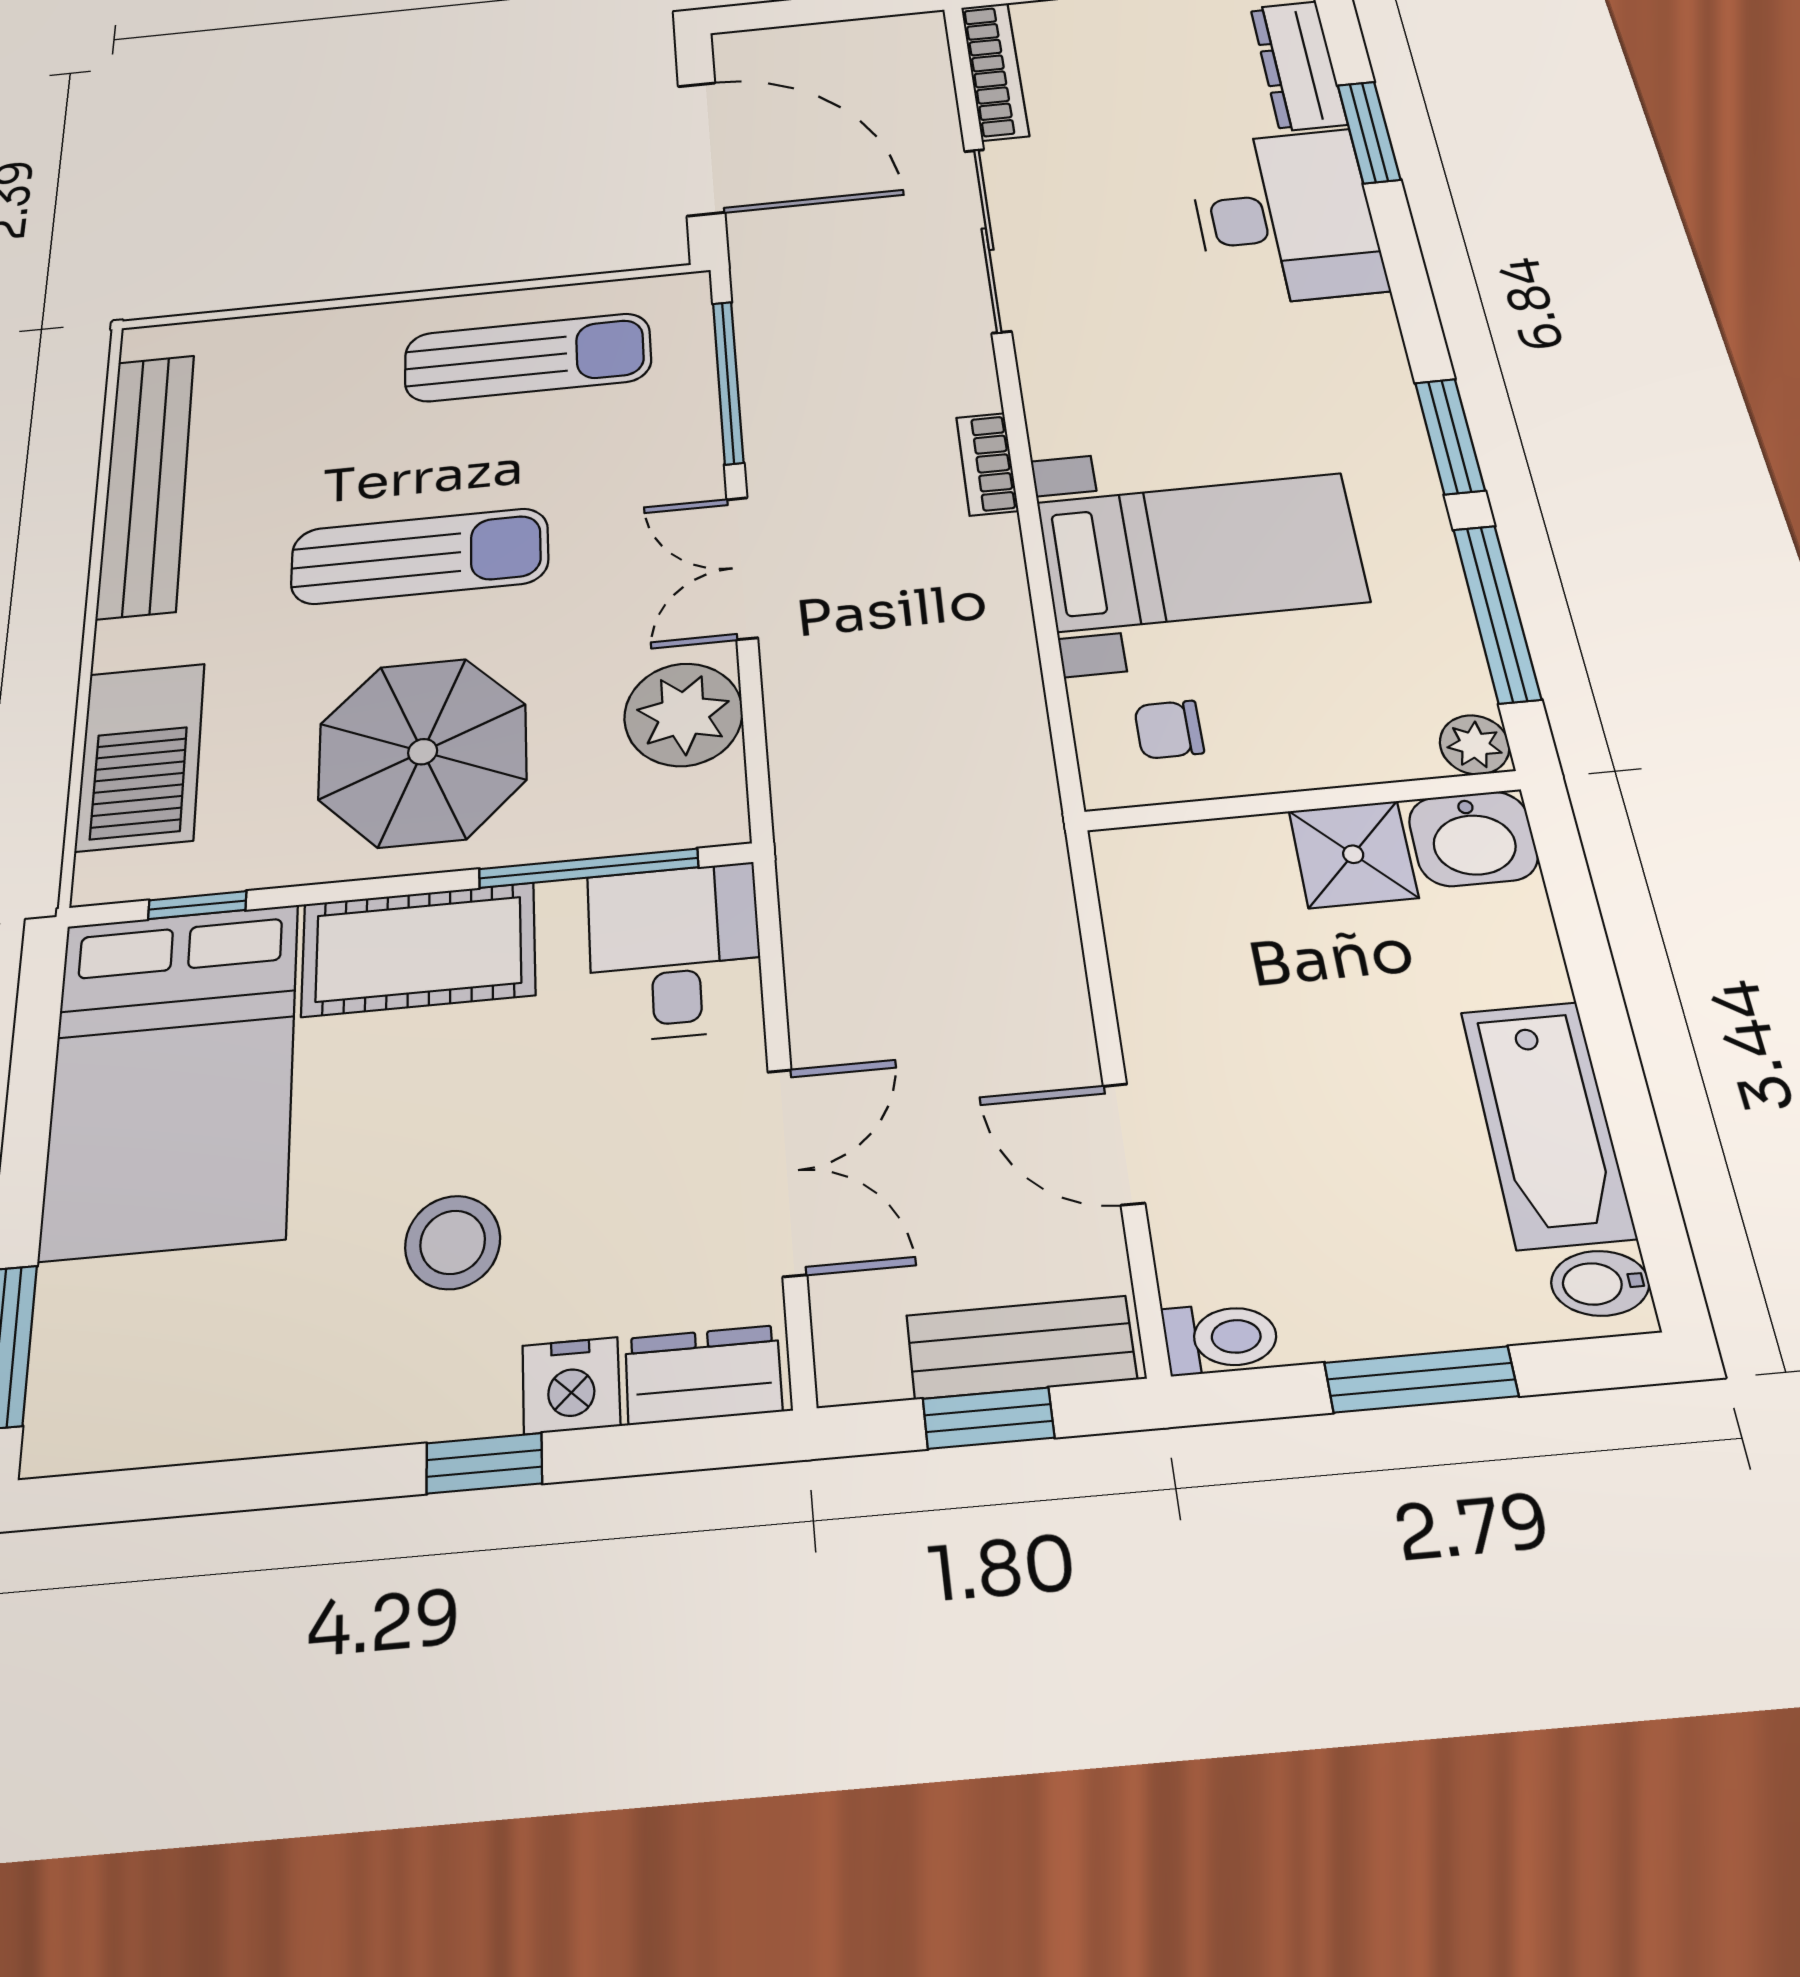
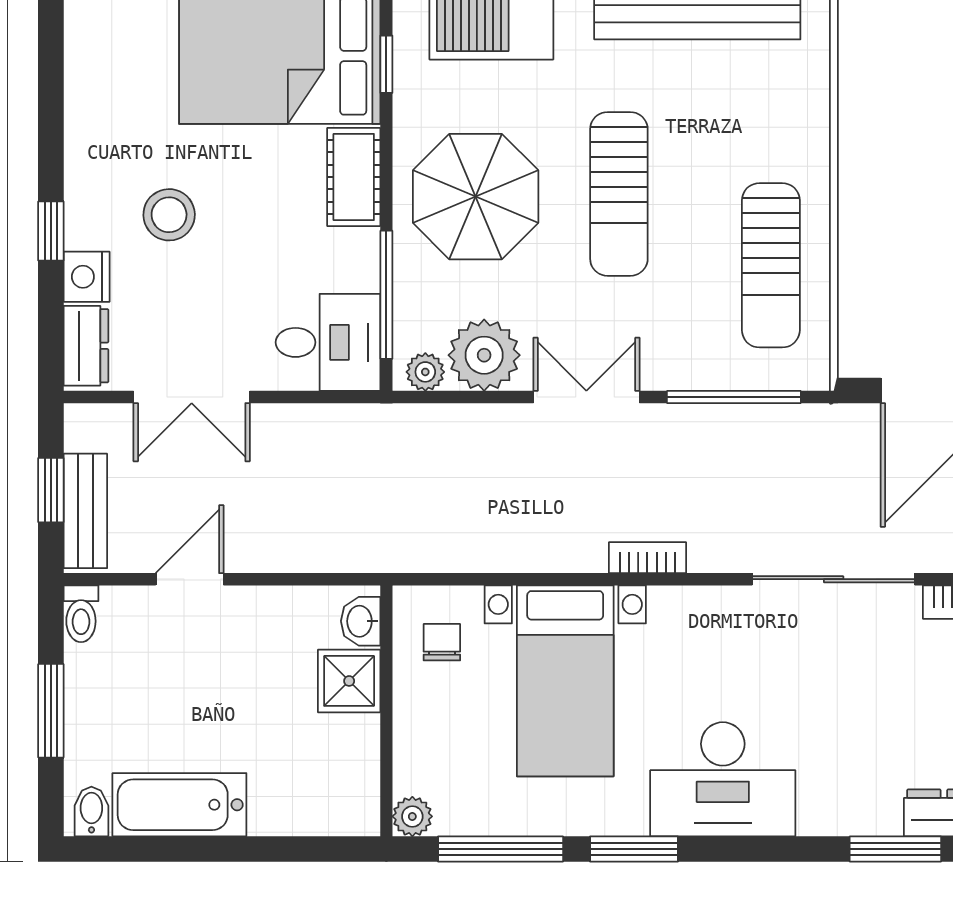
desk: (1285, 217) -> (723, 779), moved
plant: (717, 797) -> (425, 372), added
washbasin: (1473, 839) -> (361, 621), moved, width x0.72, depth x0.69
shower: (1353, 854) -> (349, 681), moved
cot: (419, 949) -> (354, 177), width x0.73, depth x0.75

